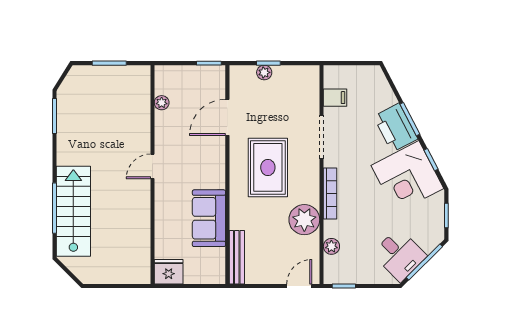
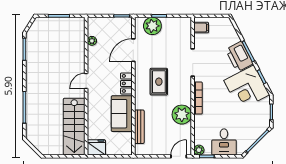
plant: (264, 72) -> (152, 26), width x1.88, depth x1.88
filing cabinet: (335, 98) -> (201, 28), moved
rug: (268, 167) -> (159, 82), width x0.73, depth x0.70
locker: (216, 170) -> (126, 83), added
stairs: (73, 211) -> (74, 127), moved, turned 180
plant: (331, 246) -> (199, 150), moved
desk: (399, 255) -> (224, 142), moved, turned 45
bench: (237, 257) -> (139, 127), moved

